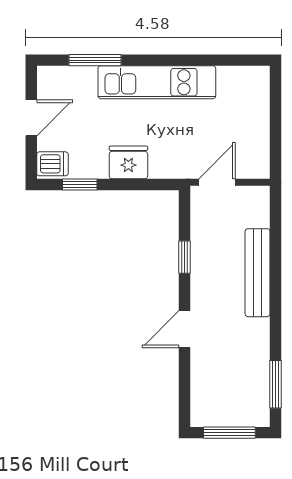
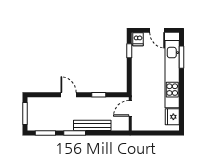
kitchen unit: (157, 82) -> (172, 74), width x1.36
fridge: (128, 162) -> (172, 117), moved, turned 180
door: (217, 182) -> (130, 108), swing flipped
window: (275, 315) -> (75, 133), added

